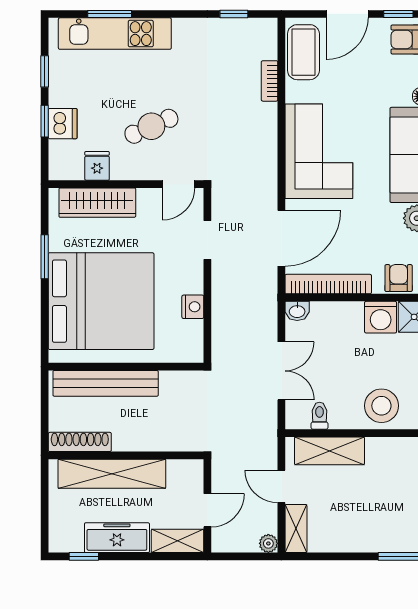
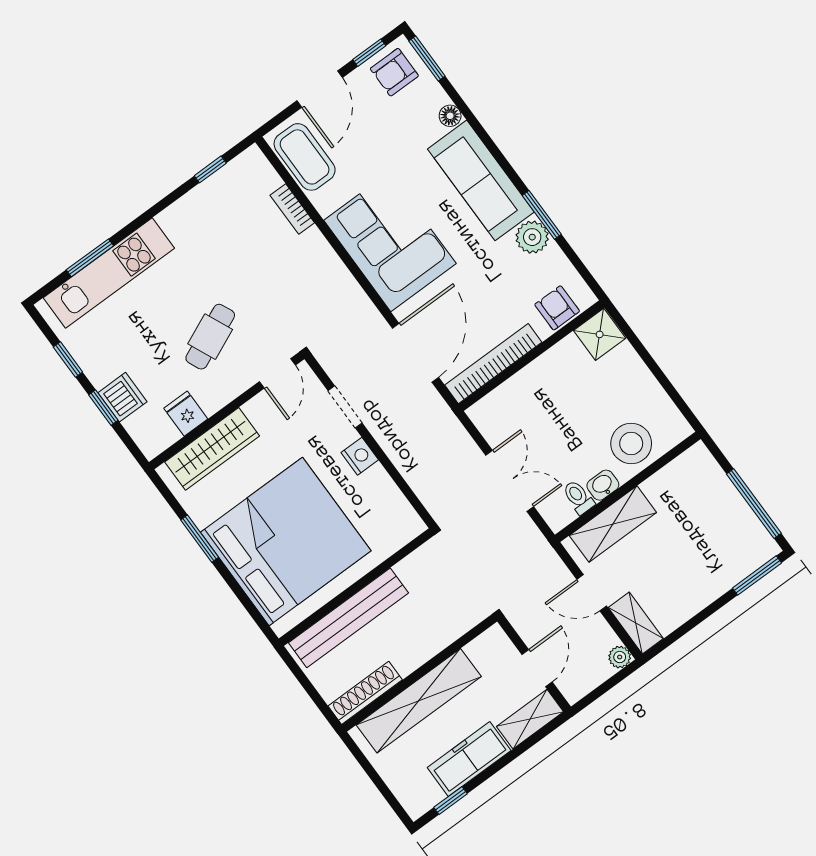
nightstand: (193, 307) -> (360, 456), moved
washbasin: (297, 311) -> (603, 485), moved, turned 180
washing machine: (381, 317) -> (567, 358), removed

